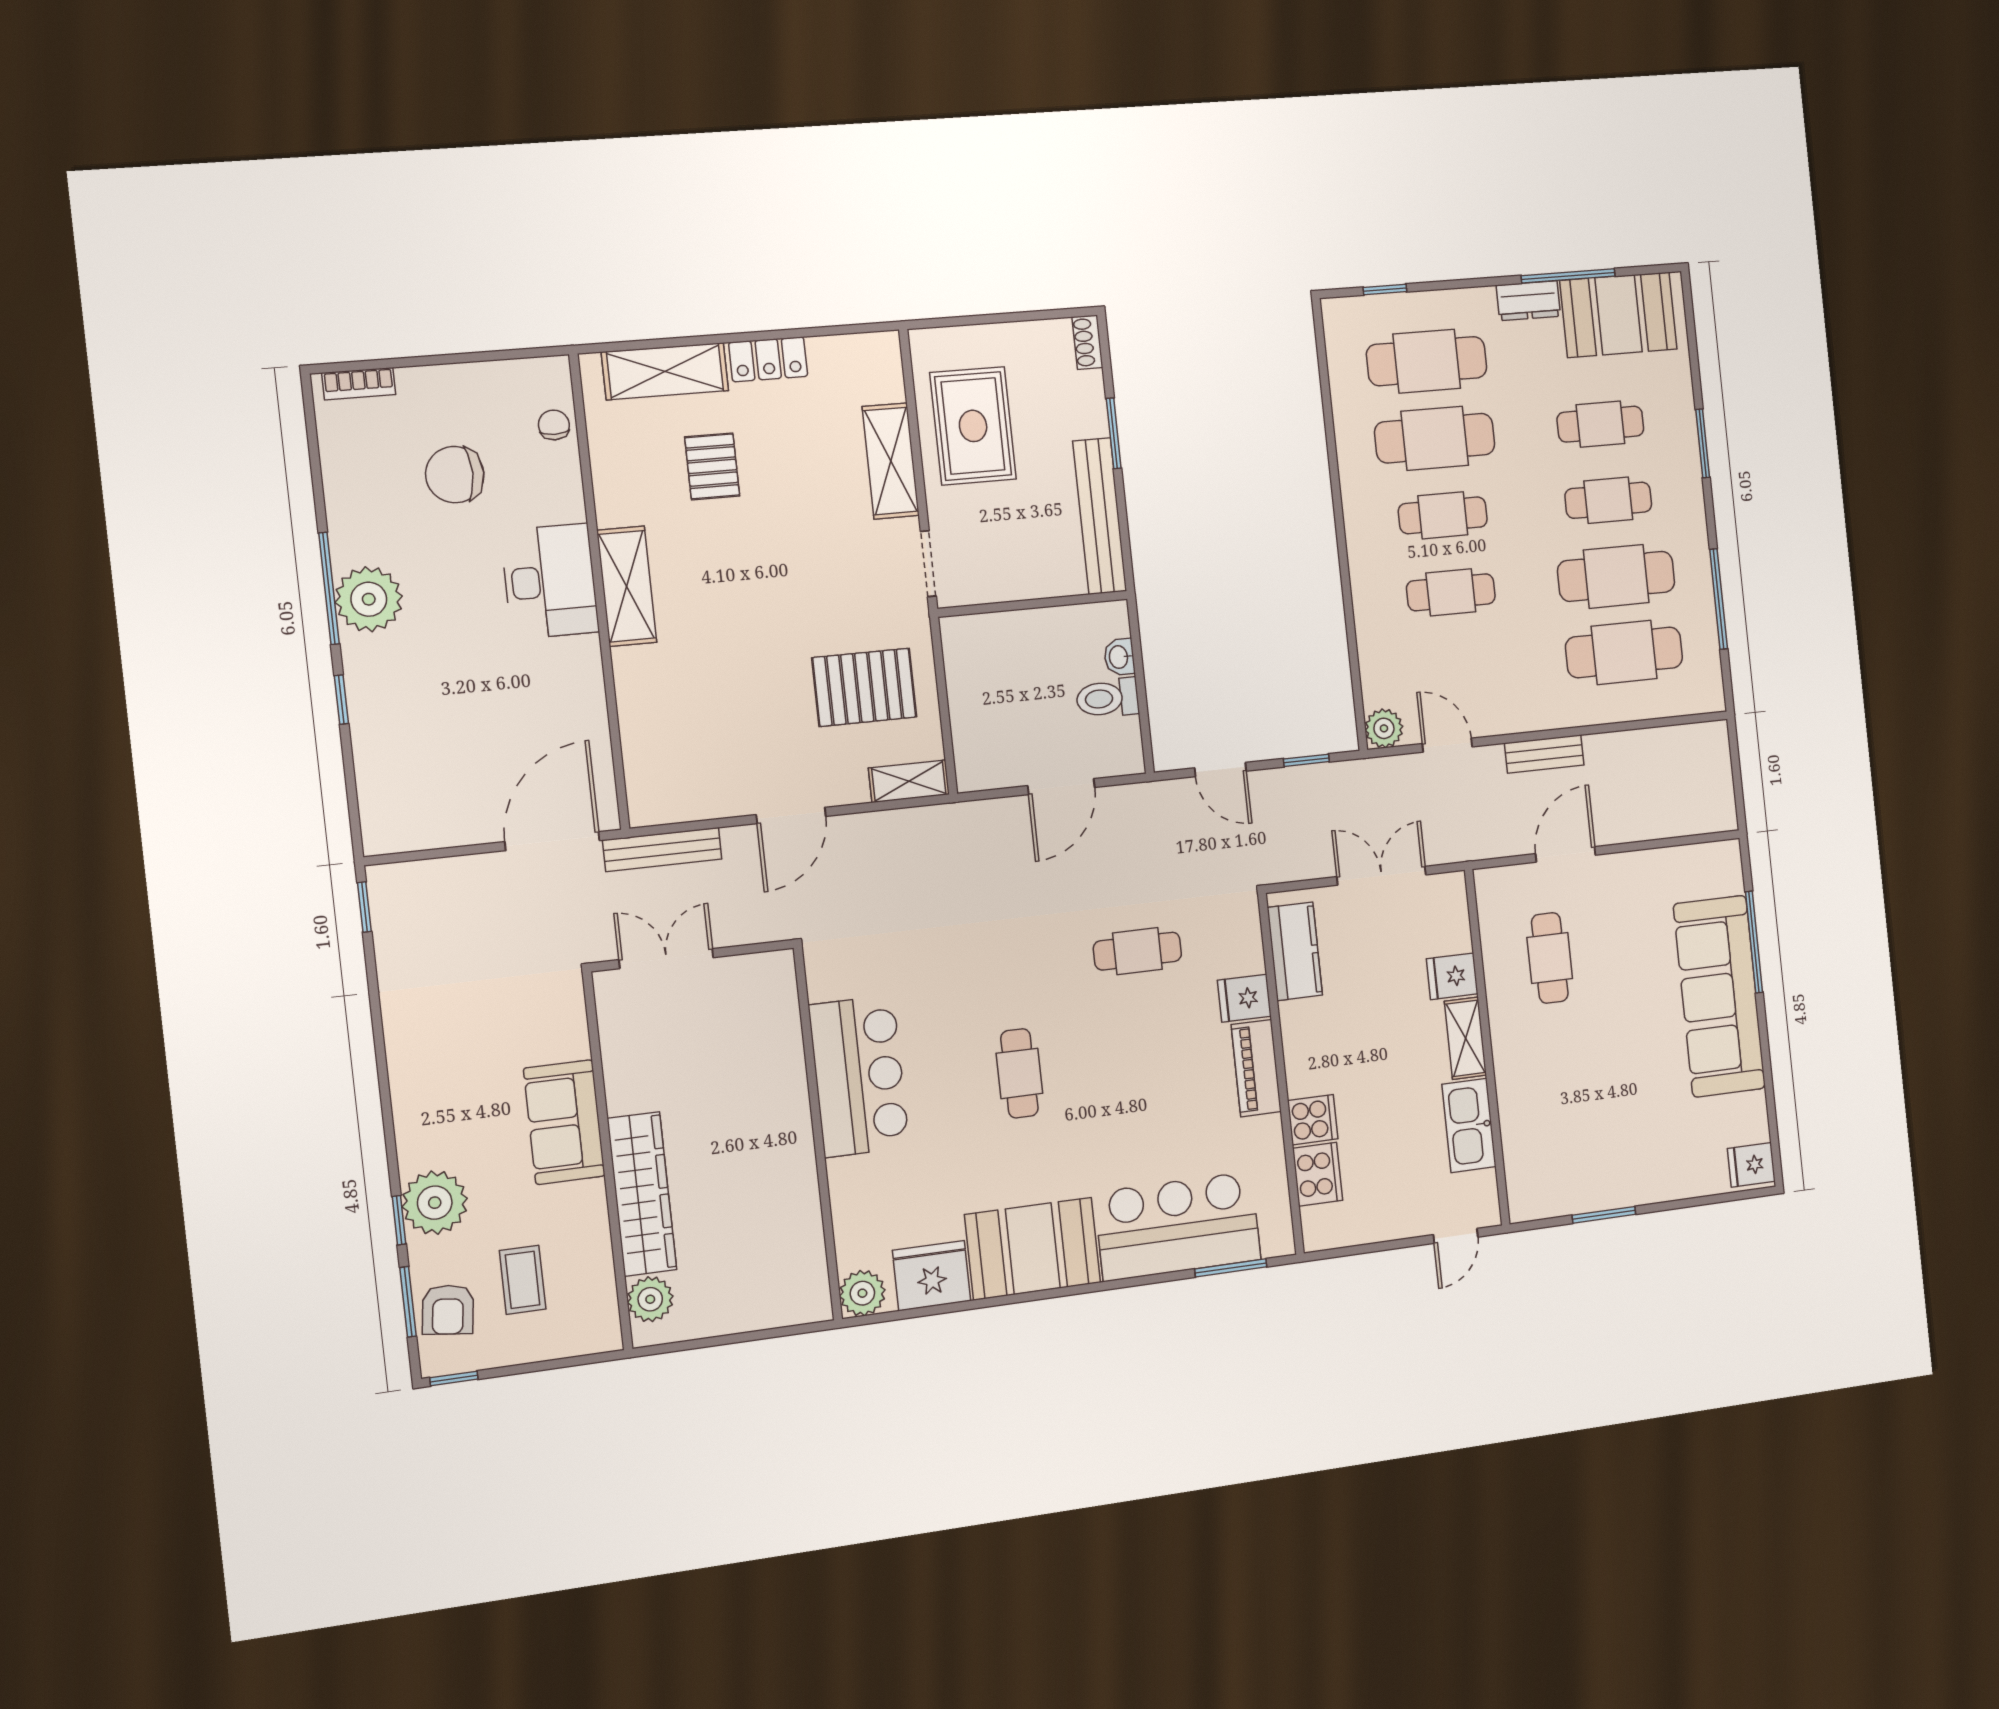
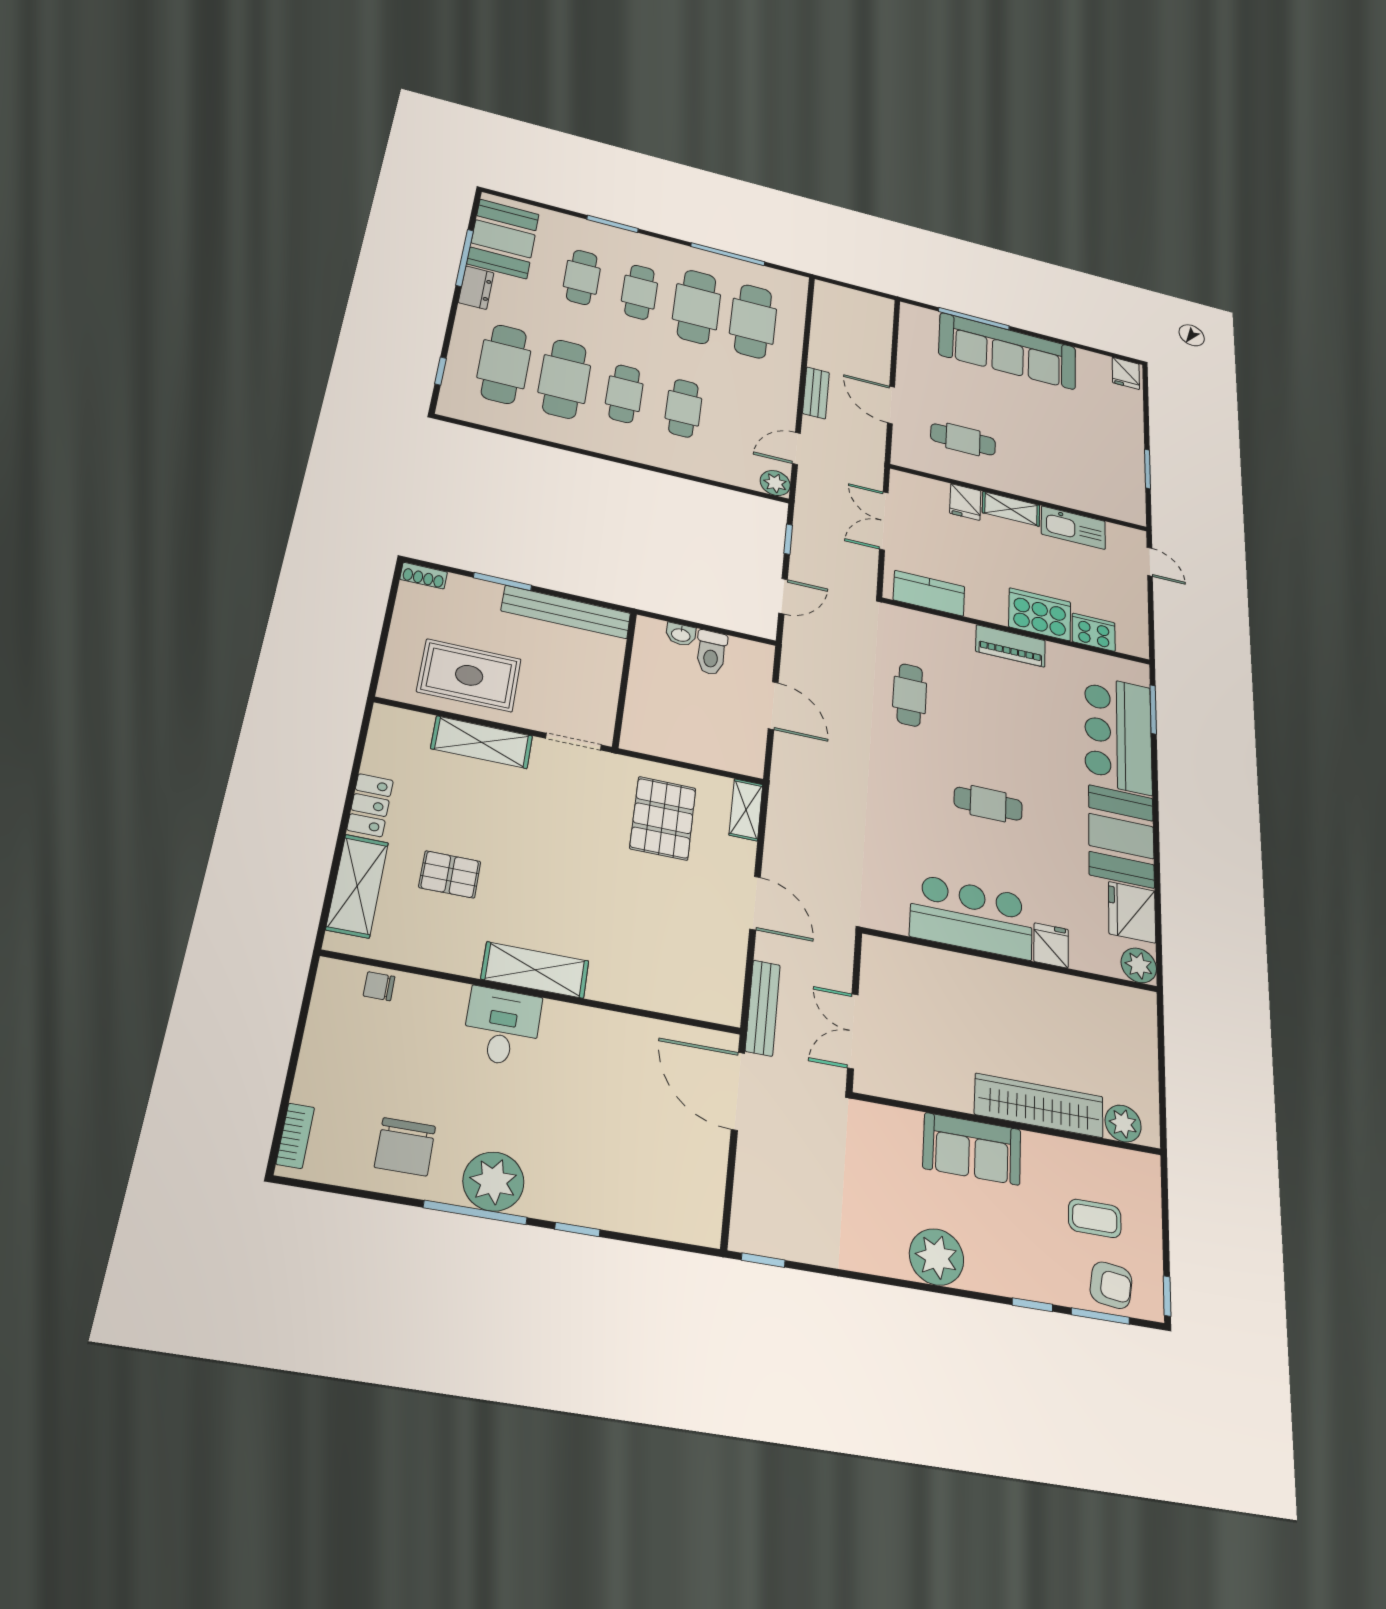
chair: (455, 475) -> (405, 1147), moved
desk: (550, 581) -> (502, 1027), width x0.73
fridge: (1244, 998) -> (1051, 945), moved, turned 180
cooker: (1313, 1120) -> (1040, 614), width x1.87, depth x1.31
plant: (435, 1203) -> (937, 1257), moved

